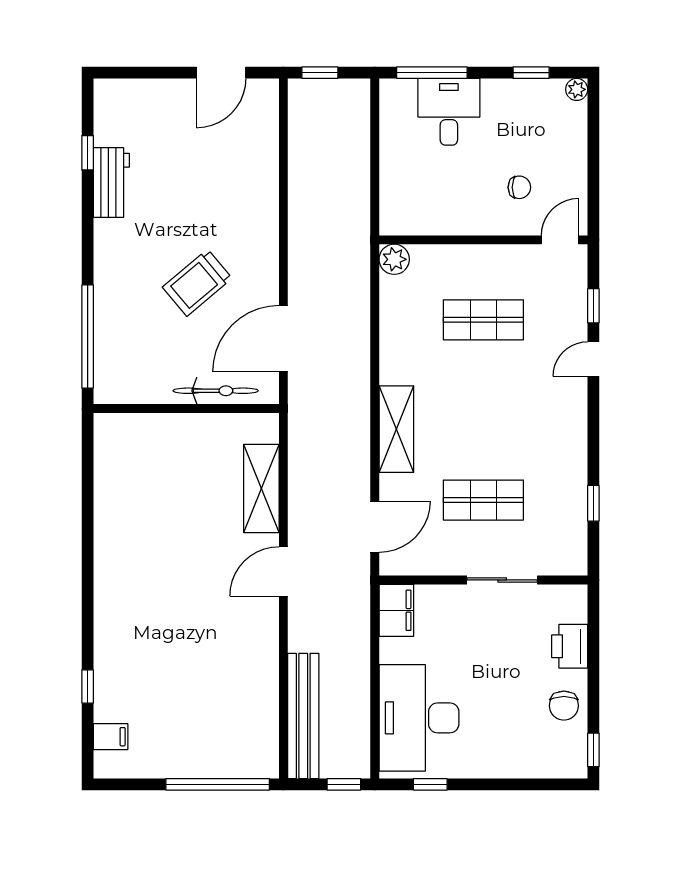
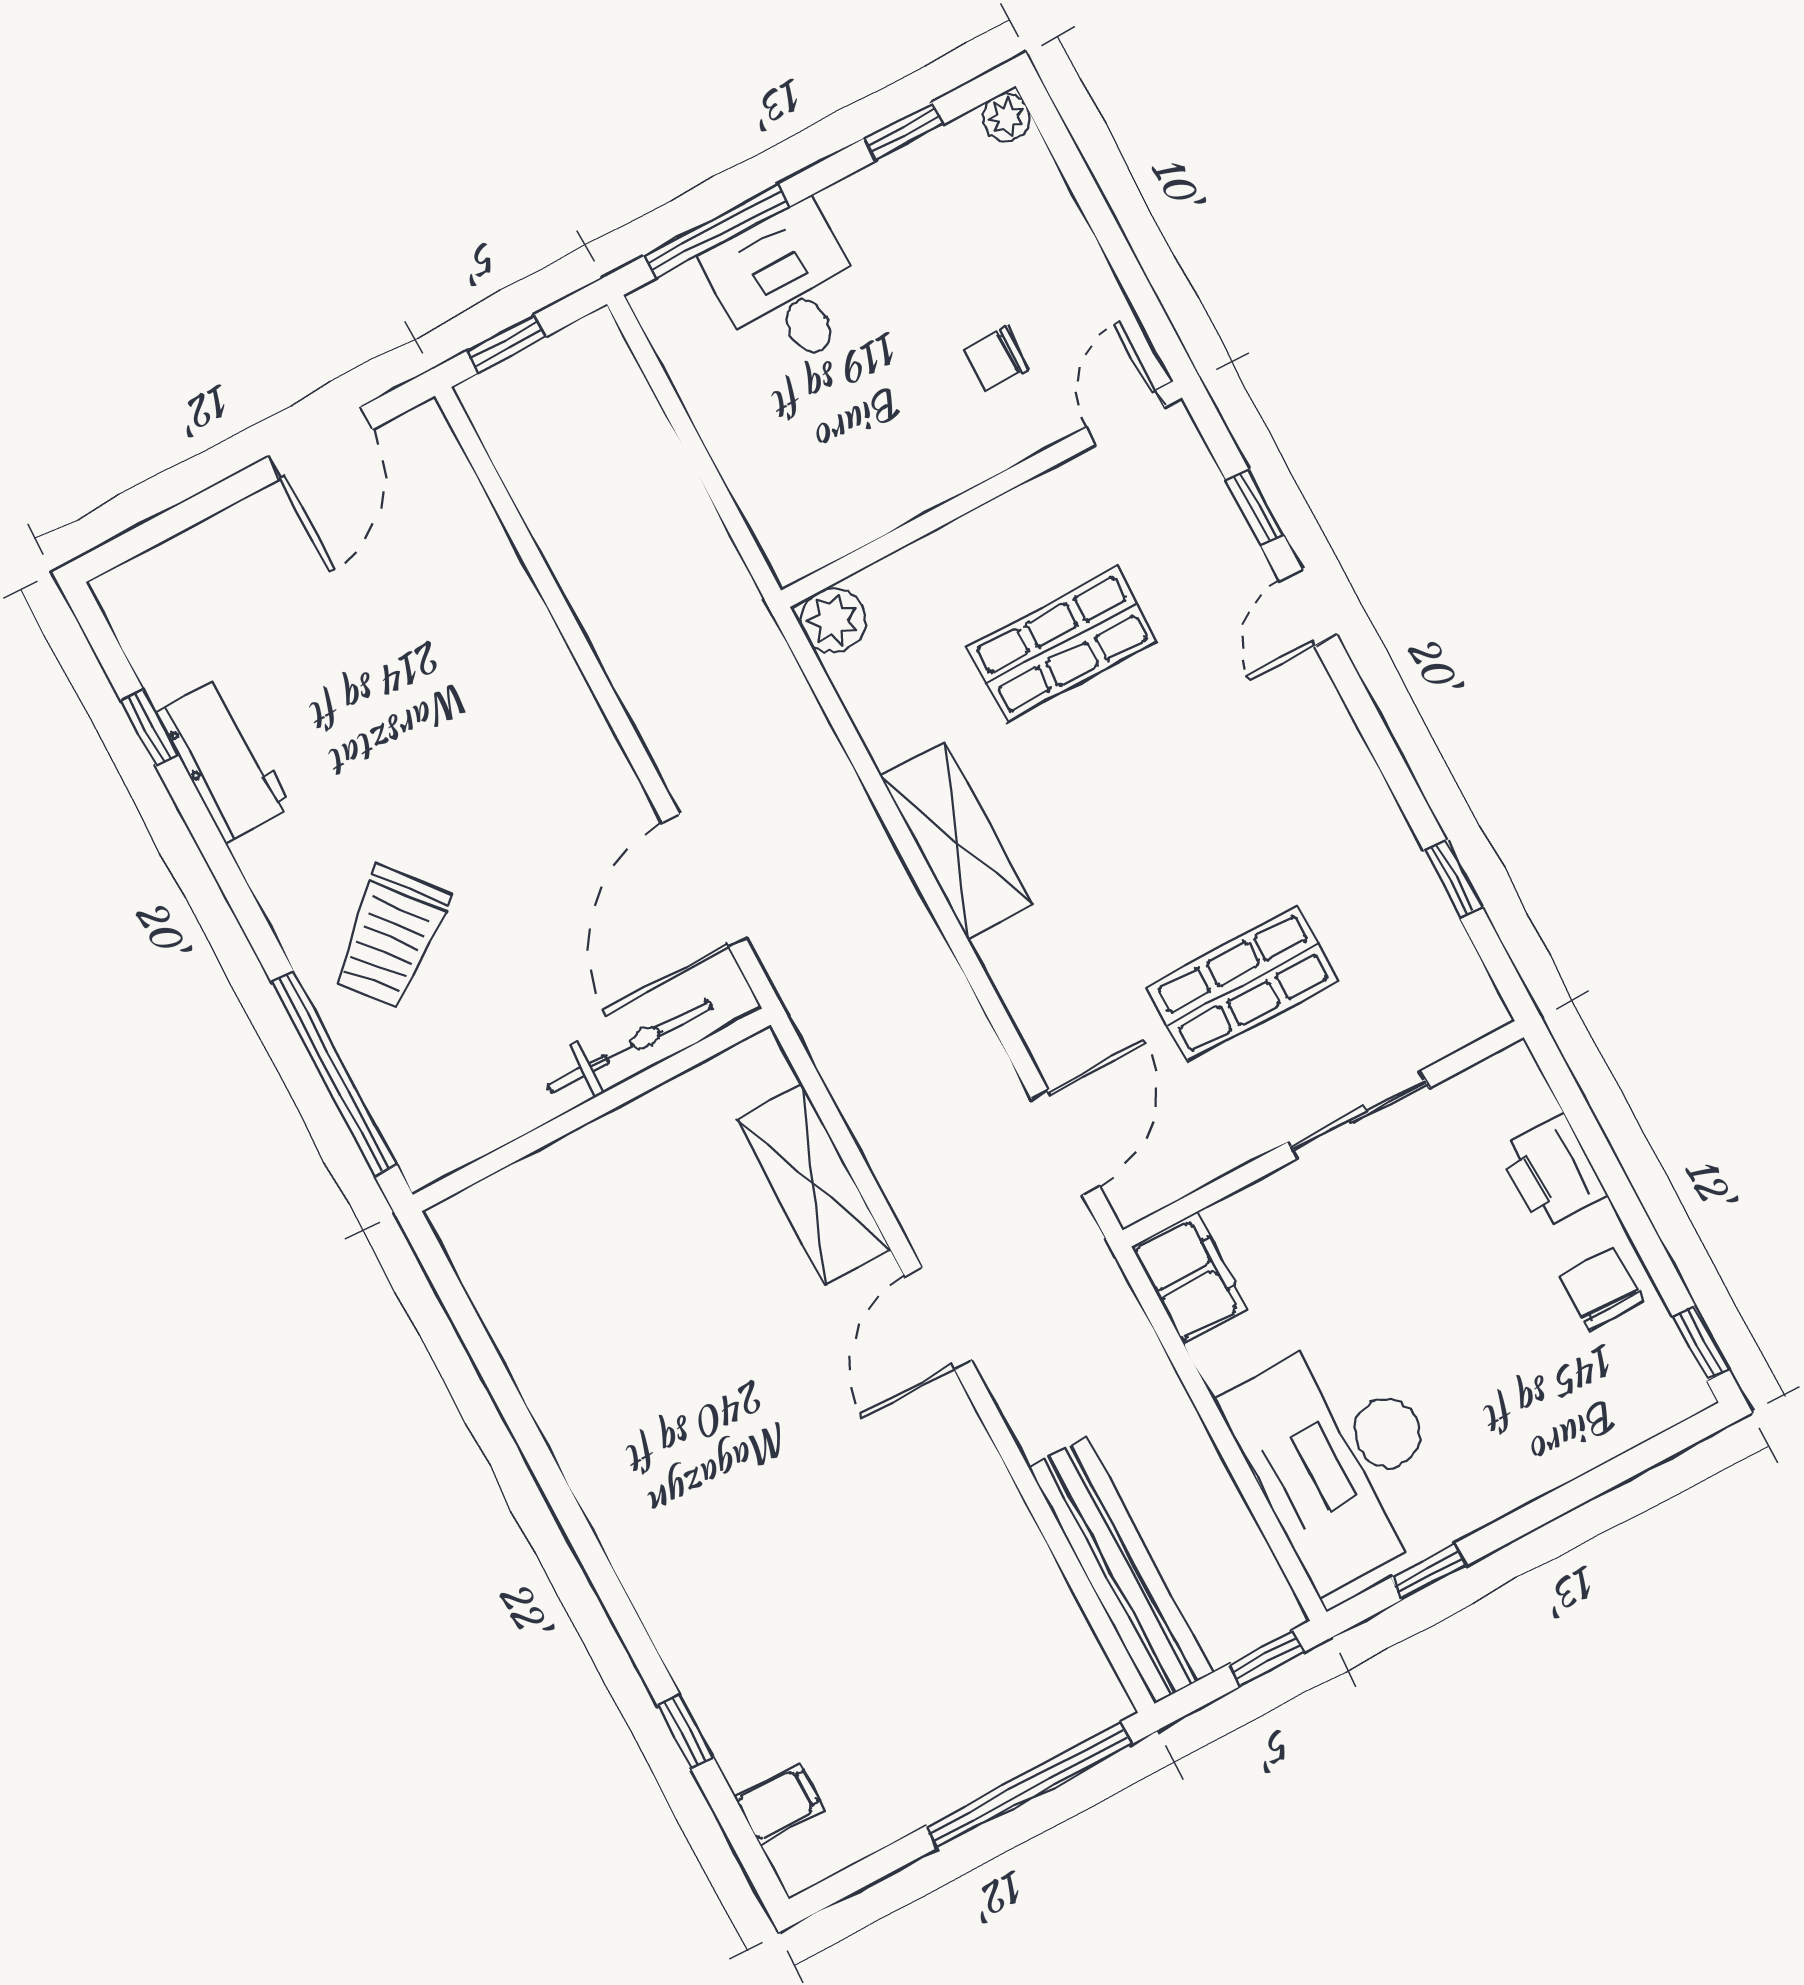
chair: (519, 187) -> (997, 359), turned 180
trolley: (197, 283) -> (391, 937), moved
shelving: (396, 429) -> (956, 841), moved
chair: (564, 706) -> (1601, 1289), turned 180

